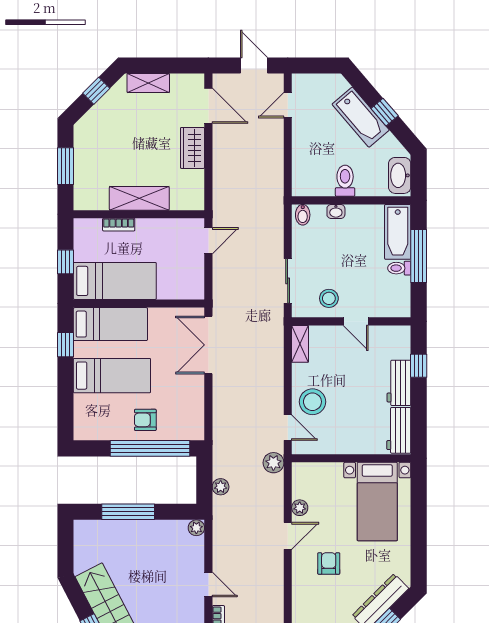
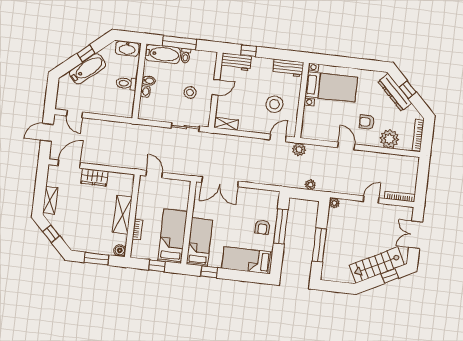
boiler: (83, 201) -> (120, 250), added
bidet: (303, 215) -> (149, 81), moved
stool: (329, 298) -> (190, 92), moved
bed: (112, 376) -> (247, 260), moved, turned -90
workbench: (399, 383) -> (236, 62), moved
stool: (312, 402) -> (274, 104), moved
window: (150, 448) -> (281, 226), width x0.68
plant: (300, 508) -> (389, 139), moved, width x1.88, depth x1.88

